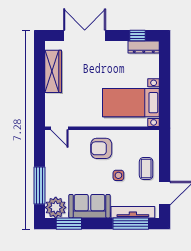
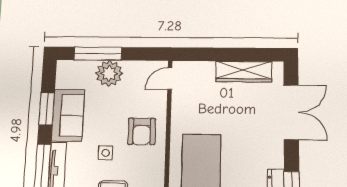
armchair: (101, 148) -> (142, 131), turned 180
plant: (56, 207) -> (109, 73), moved
window: (69, 224) -> (47, 109), moved

